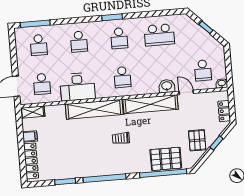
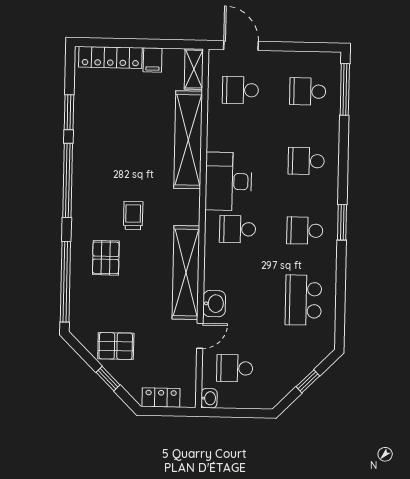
desk: (77, 87) -> (228, 181), moved
shelving: (94, 109) -> (188, 140), moved
pallet: (166, 159) -> (106, 258), moved, width x0.67, depth x0.71

